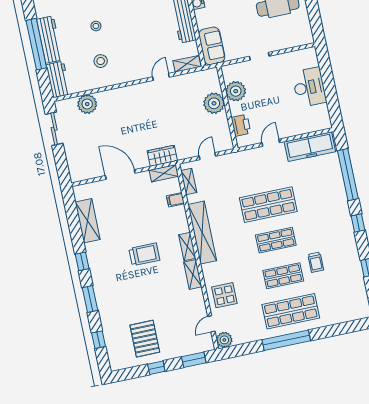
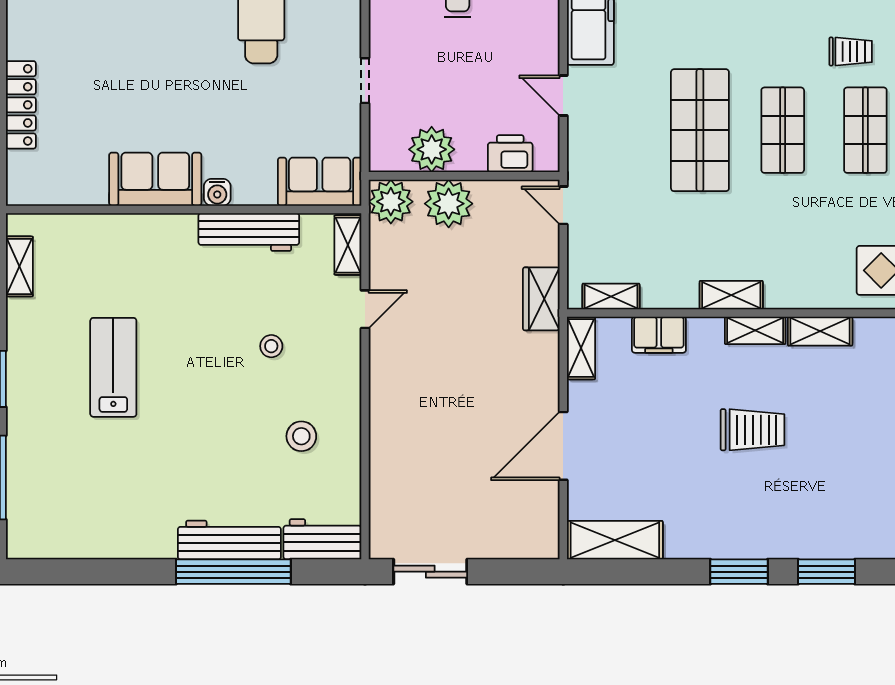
stool: (96, 26) -> (271, 346), moved
door: (161, 77) -> (365, 309), swing flipped
plant: (87, 104) -> (391, 202), moved
wardrobe: (162, 156) -> (541, 299), moved
door: (207, 156) -> (563, 205), moved
filing cabinet: (175, 200) -> (659, 335), width x2.00
shelving: (88, 221) -> (615, 540), moved
shelving: (202, 233) -> (731, 295), width x0.45, depth x0.75
trolley: (144, 254) -> (752, 430), turned 90
window: (82, 261) -> (739, 572), width x1.50

